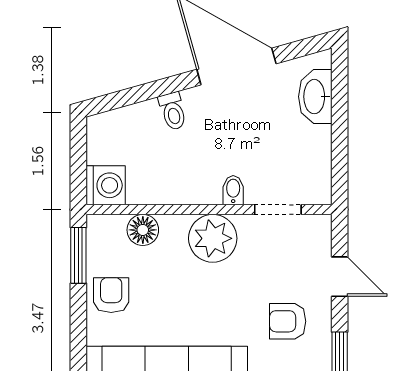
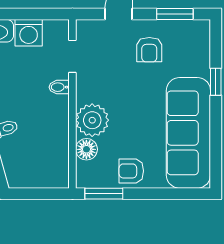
washing machine: (106, 185) -> (29, 33), moved, turned 180
plant: (213, 238) -> (92, 120), moved

